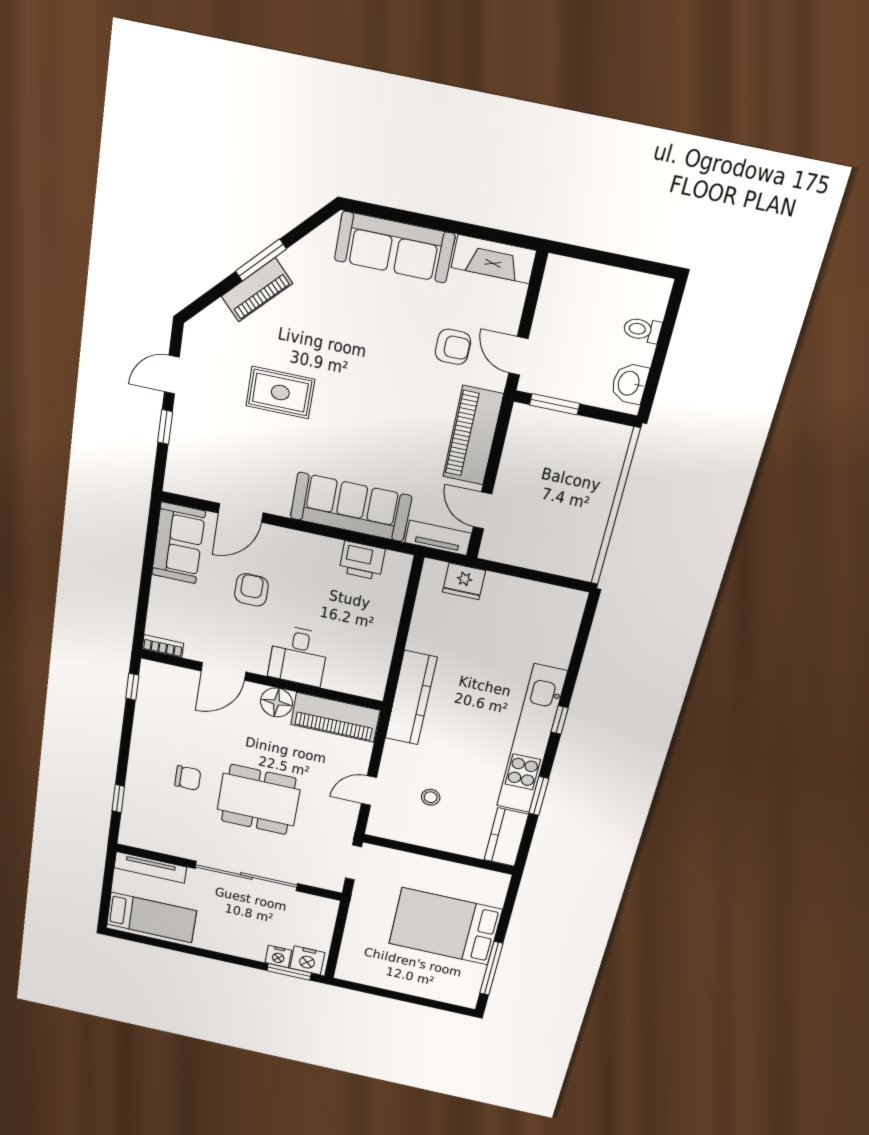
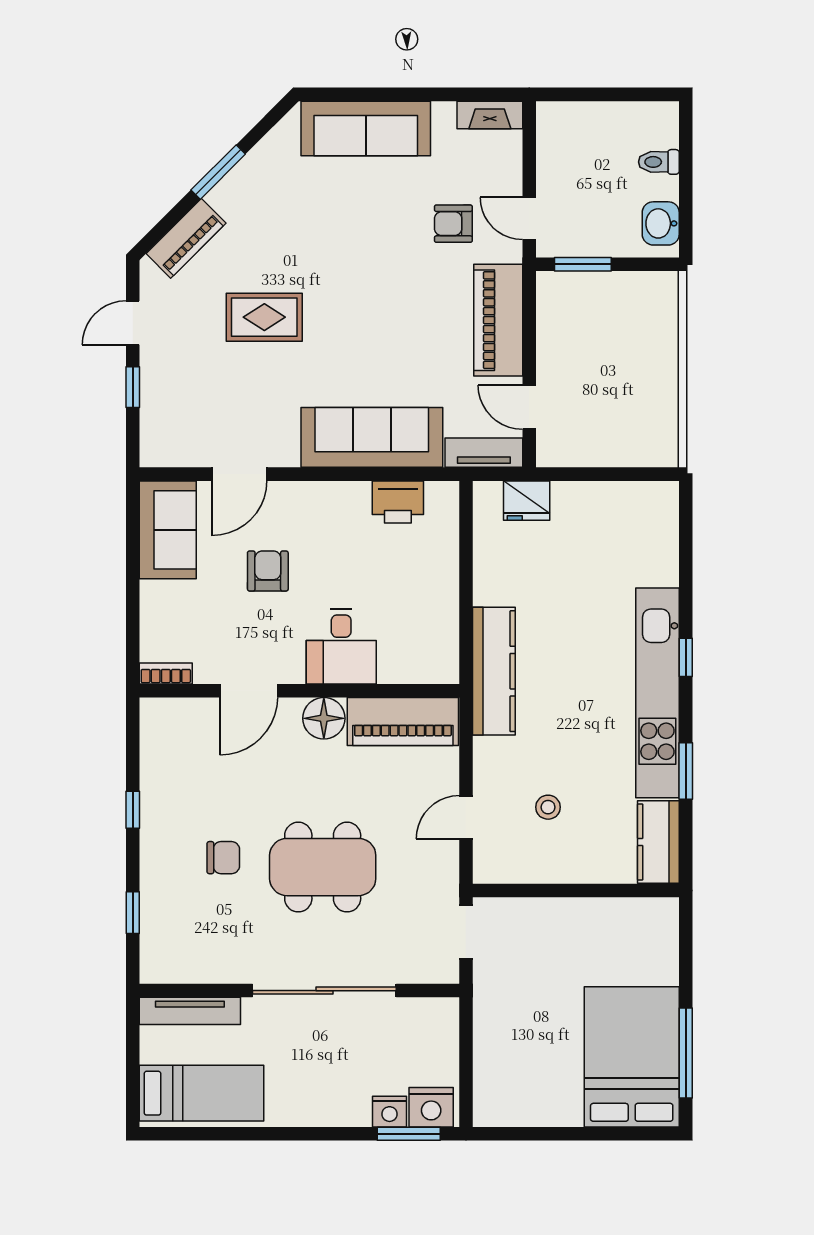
fireplace: (494, 259) -> (490, 115), width x0.73, depth x0.76
piano: (257, 290) -> (186, 238), moved
armchair: (453, 347) -> (453, 224), turned 180
window: (132, 687) -> (133, 810), moved
bed: (445, 926) -> (632, 1057), moved, turned 90

